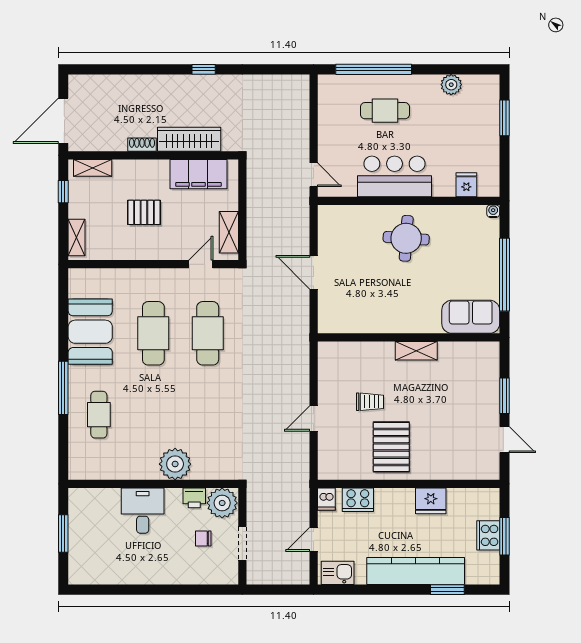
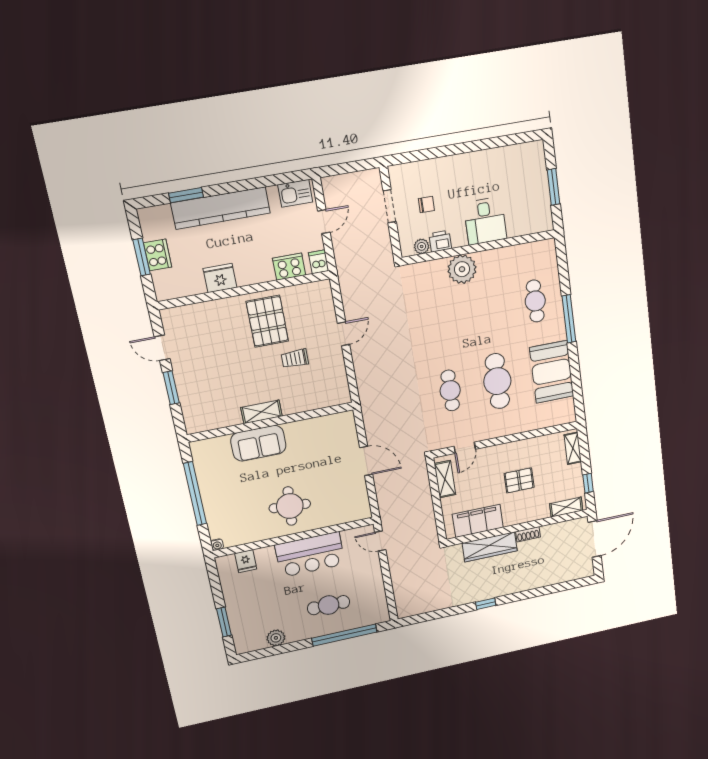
sofa: (471, 317) -> (258, 443), moved
cafe table: (208, 333) -> (450, 390), width x0.73, depth x0.74
plant: (222, 503) -> (422, 246), width x0.53, depth x0.53

